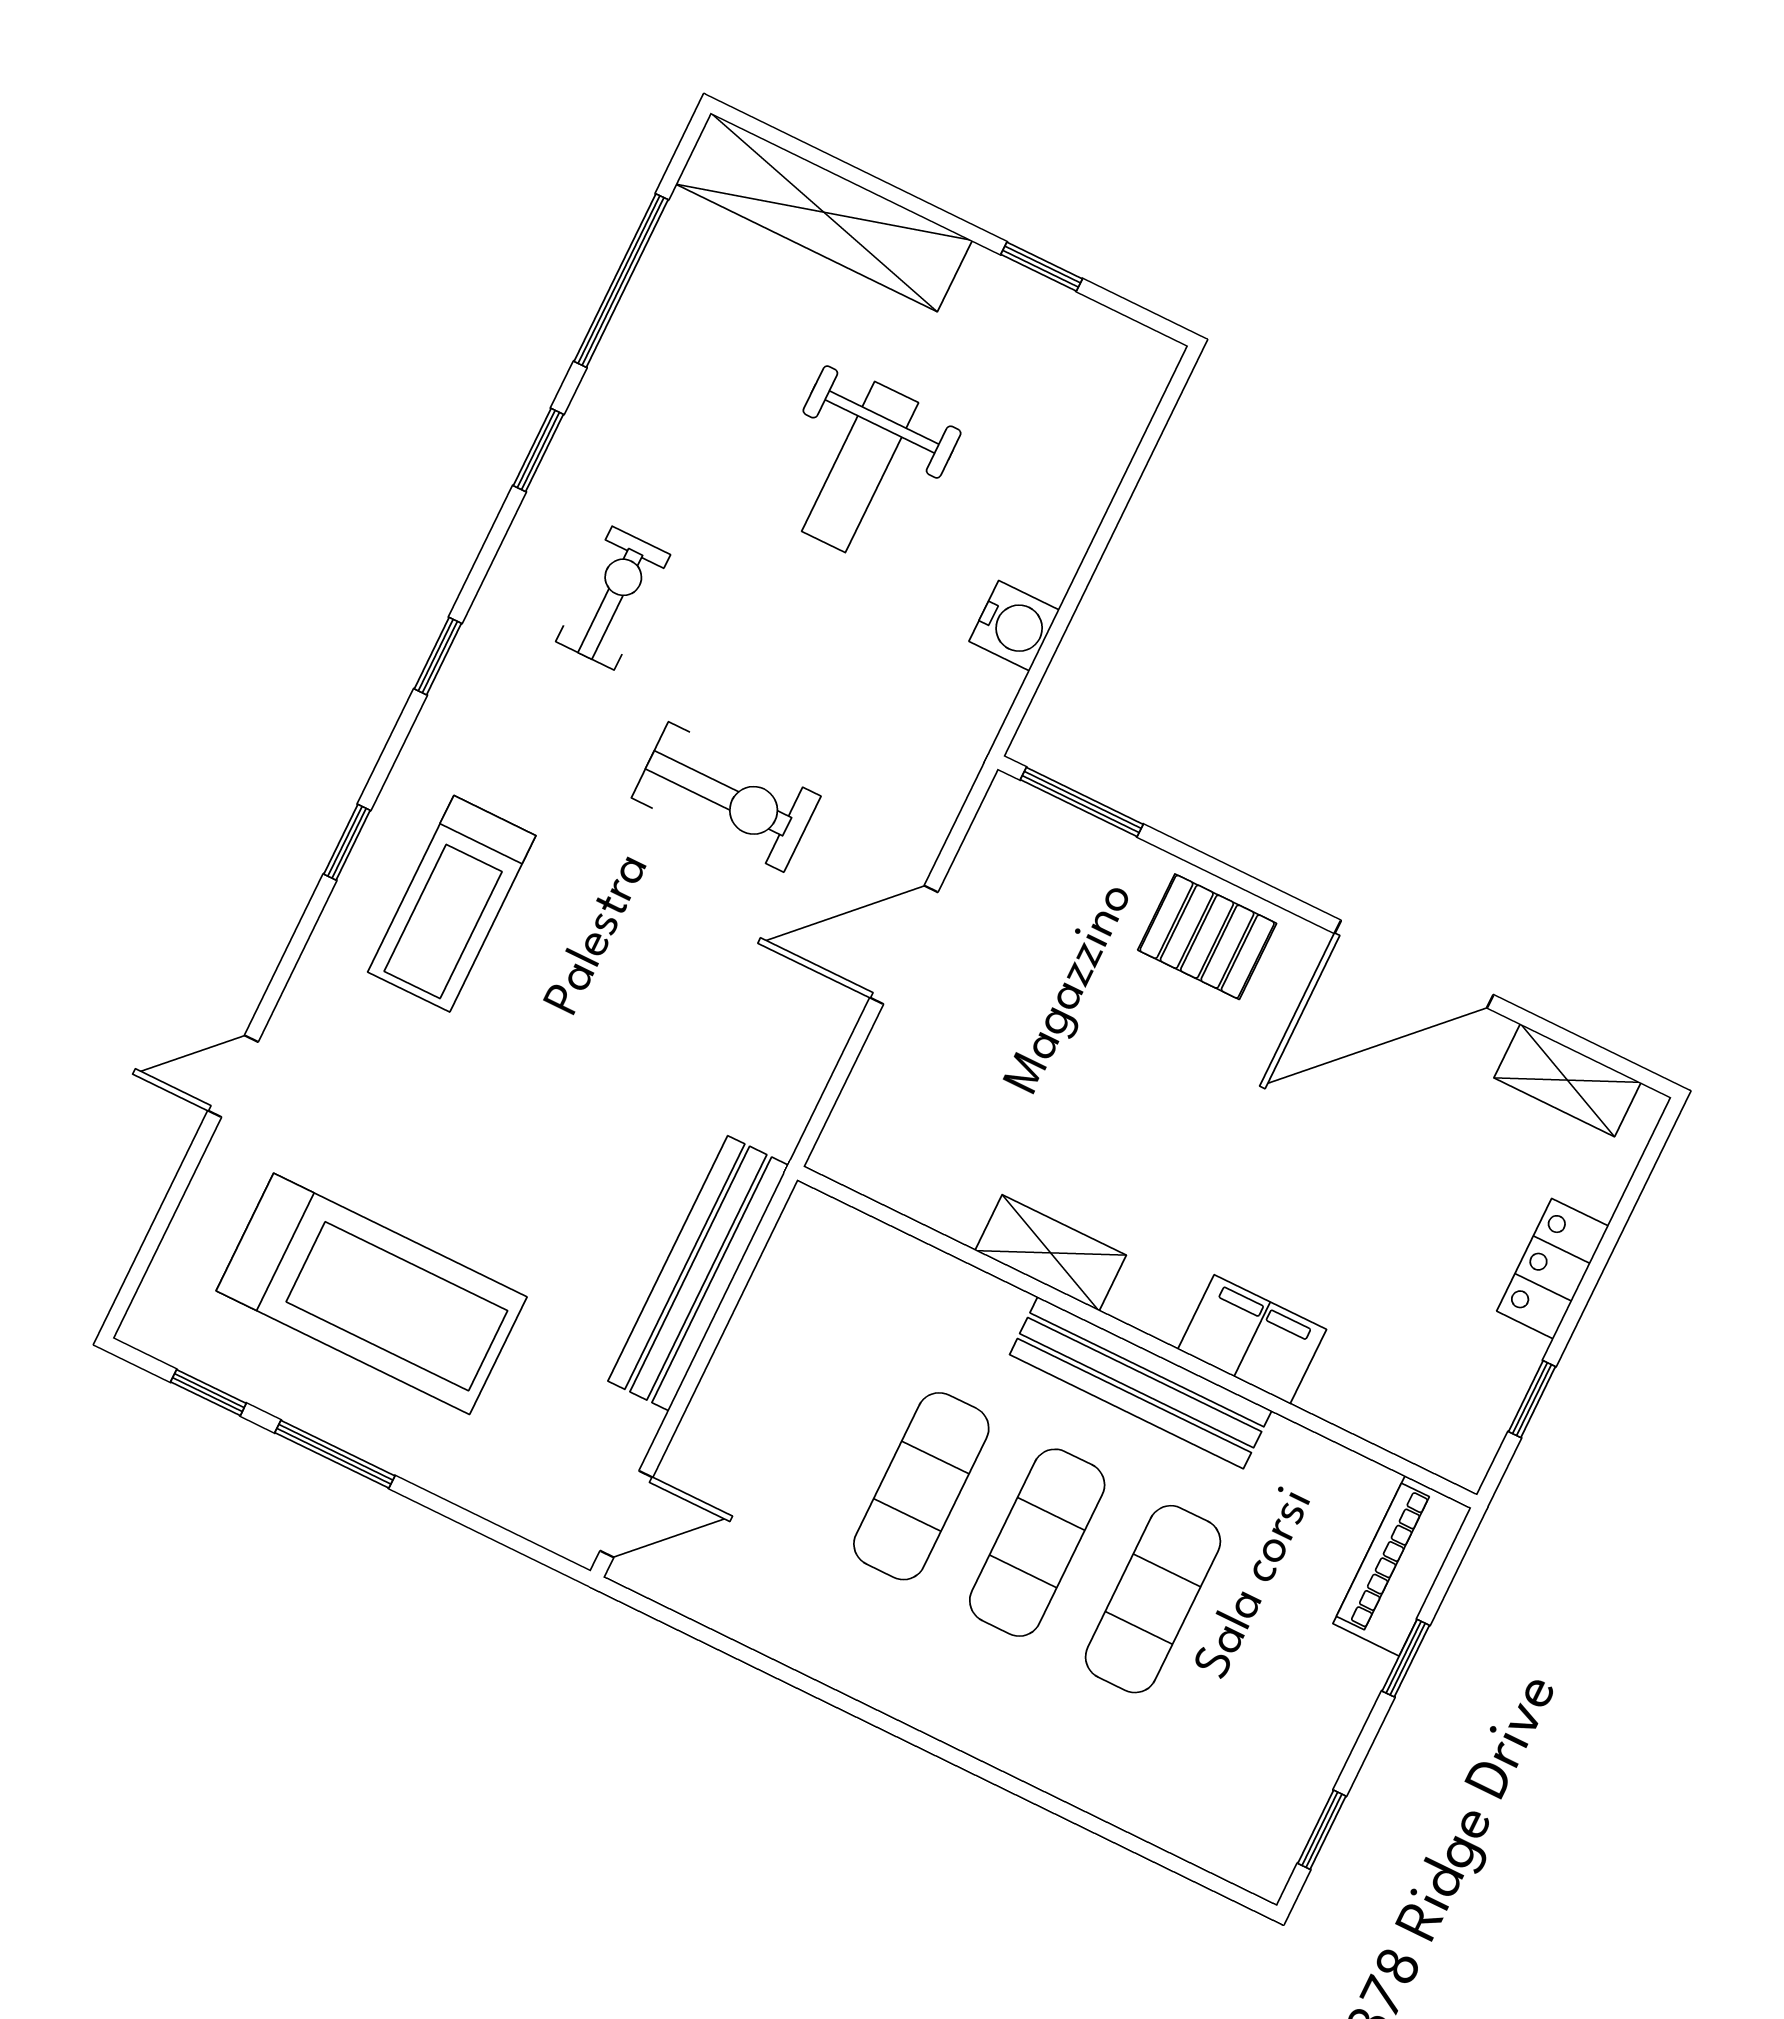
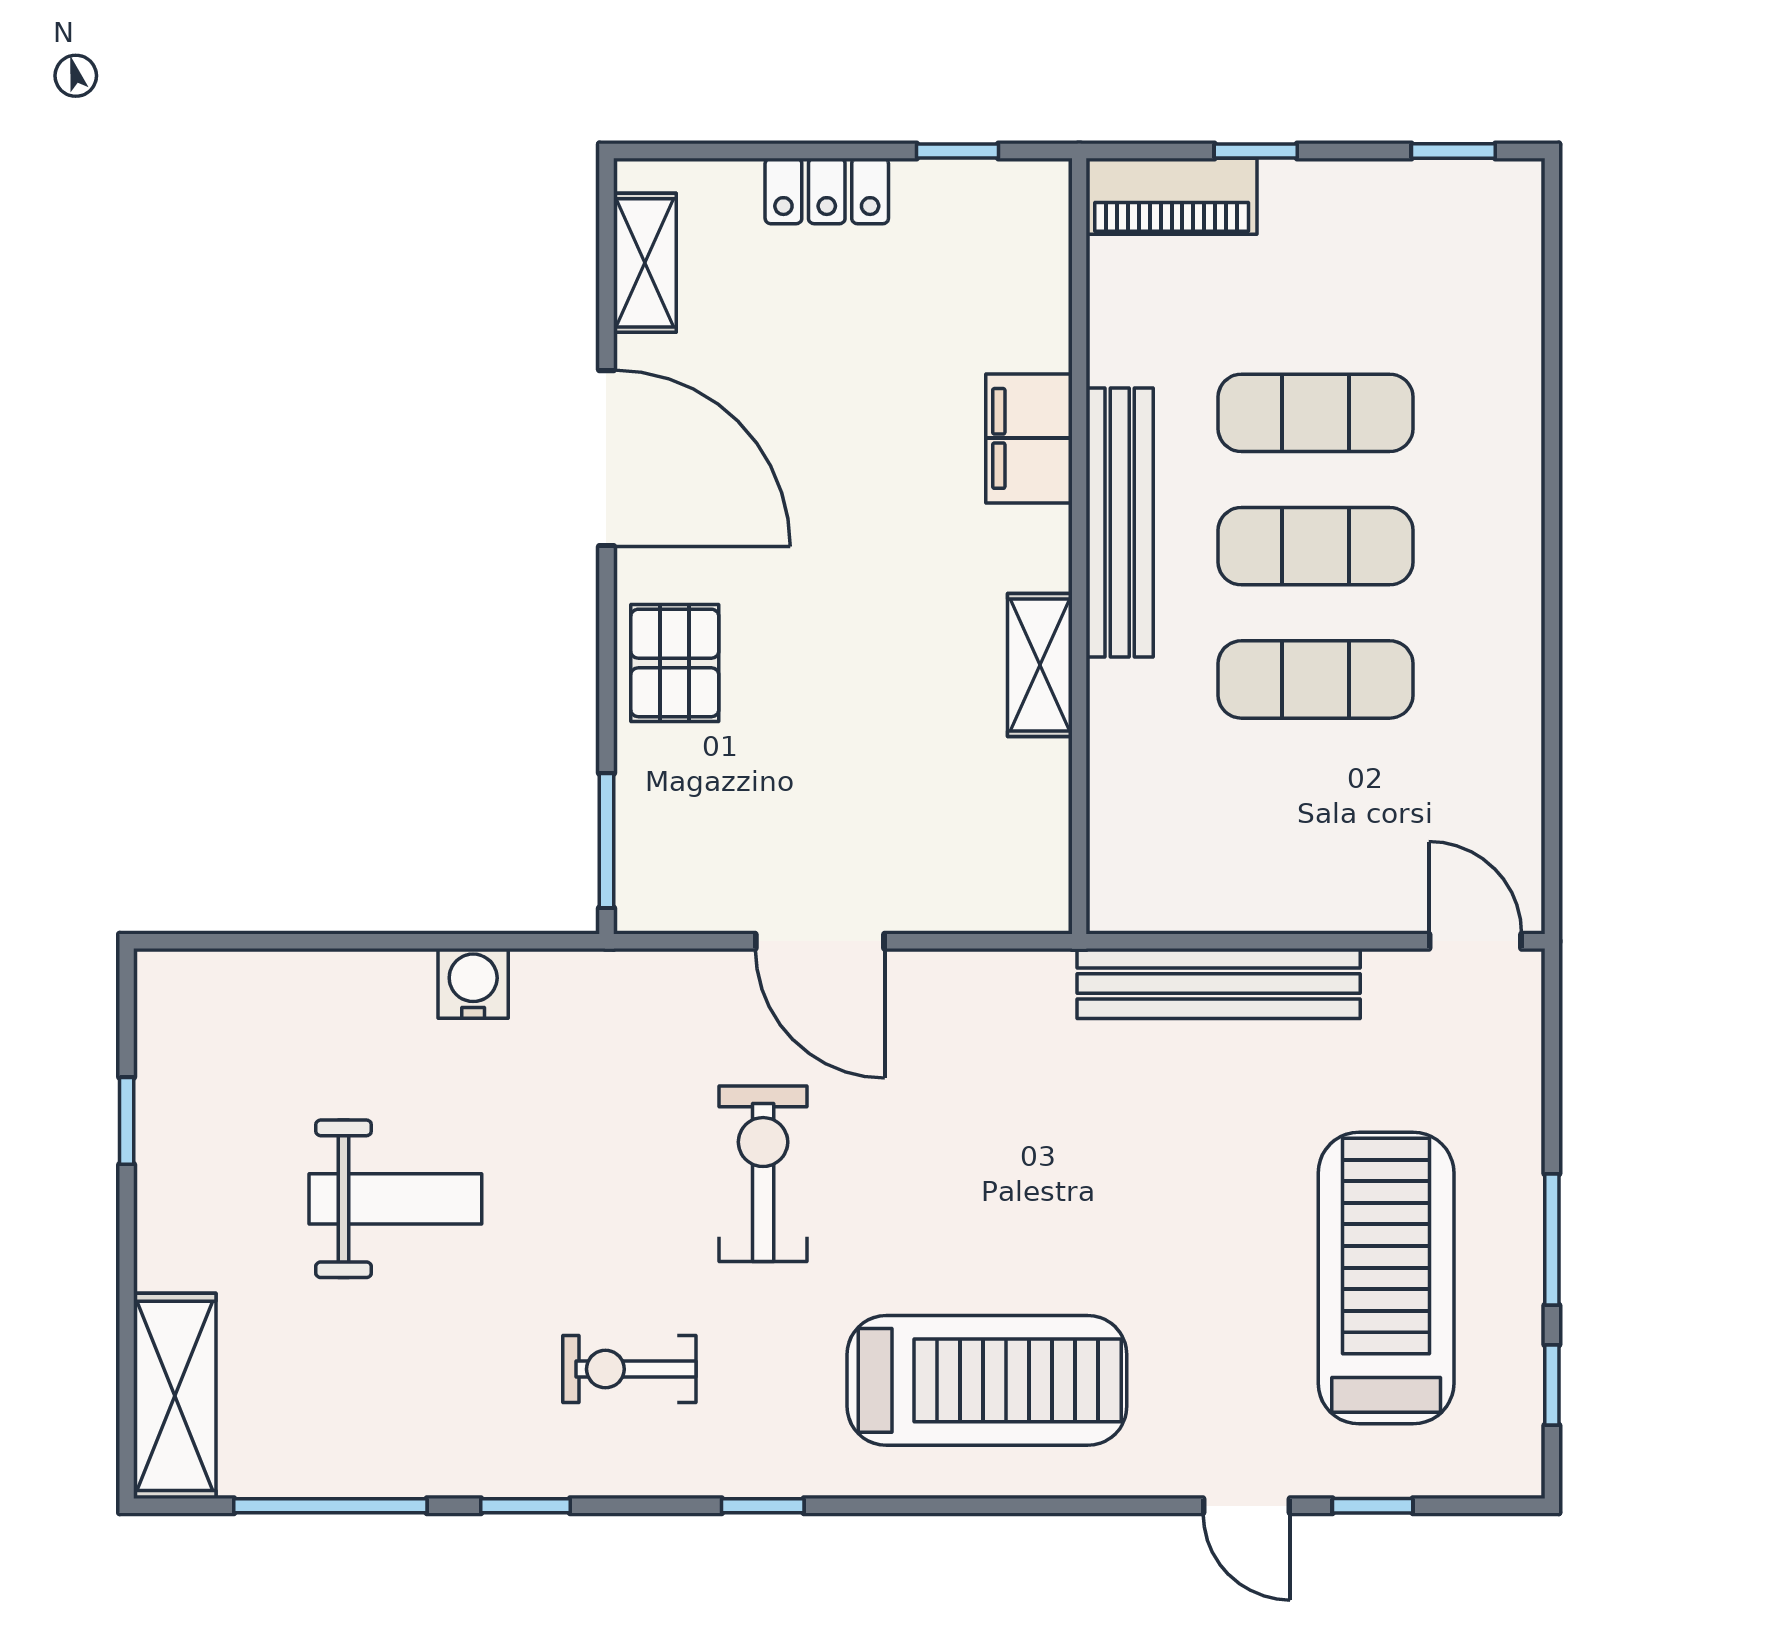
shelving: (824, 212) -> (175, 1396), width x0.68
window: (347, 842) -> (1373, 1506), moved
treadmill: (452, 904) -> (987, 1380), width x1.37, depth x1.38

